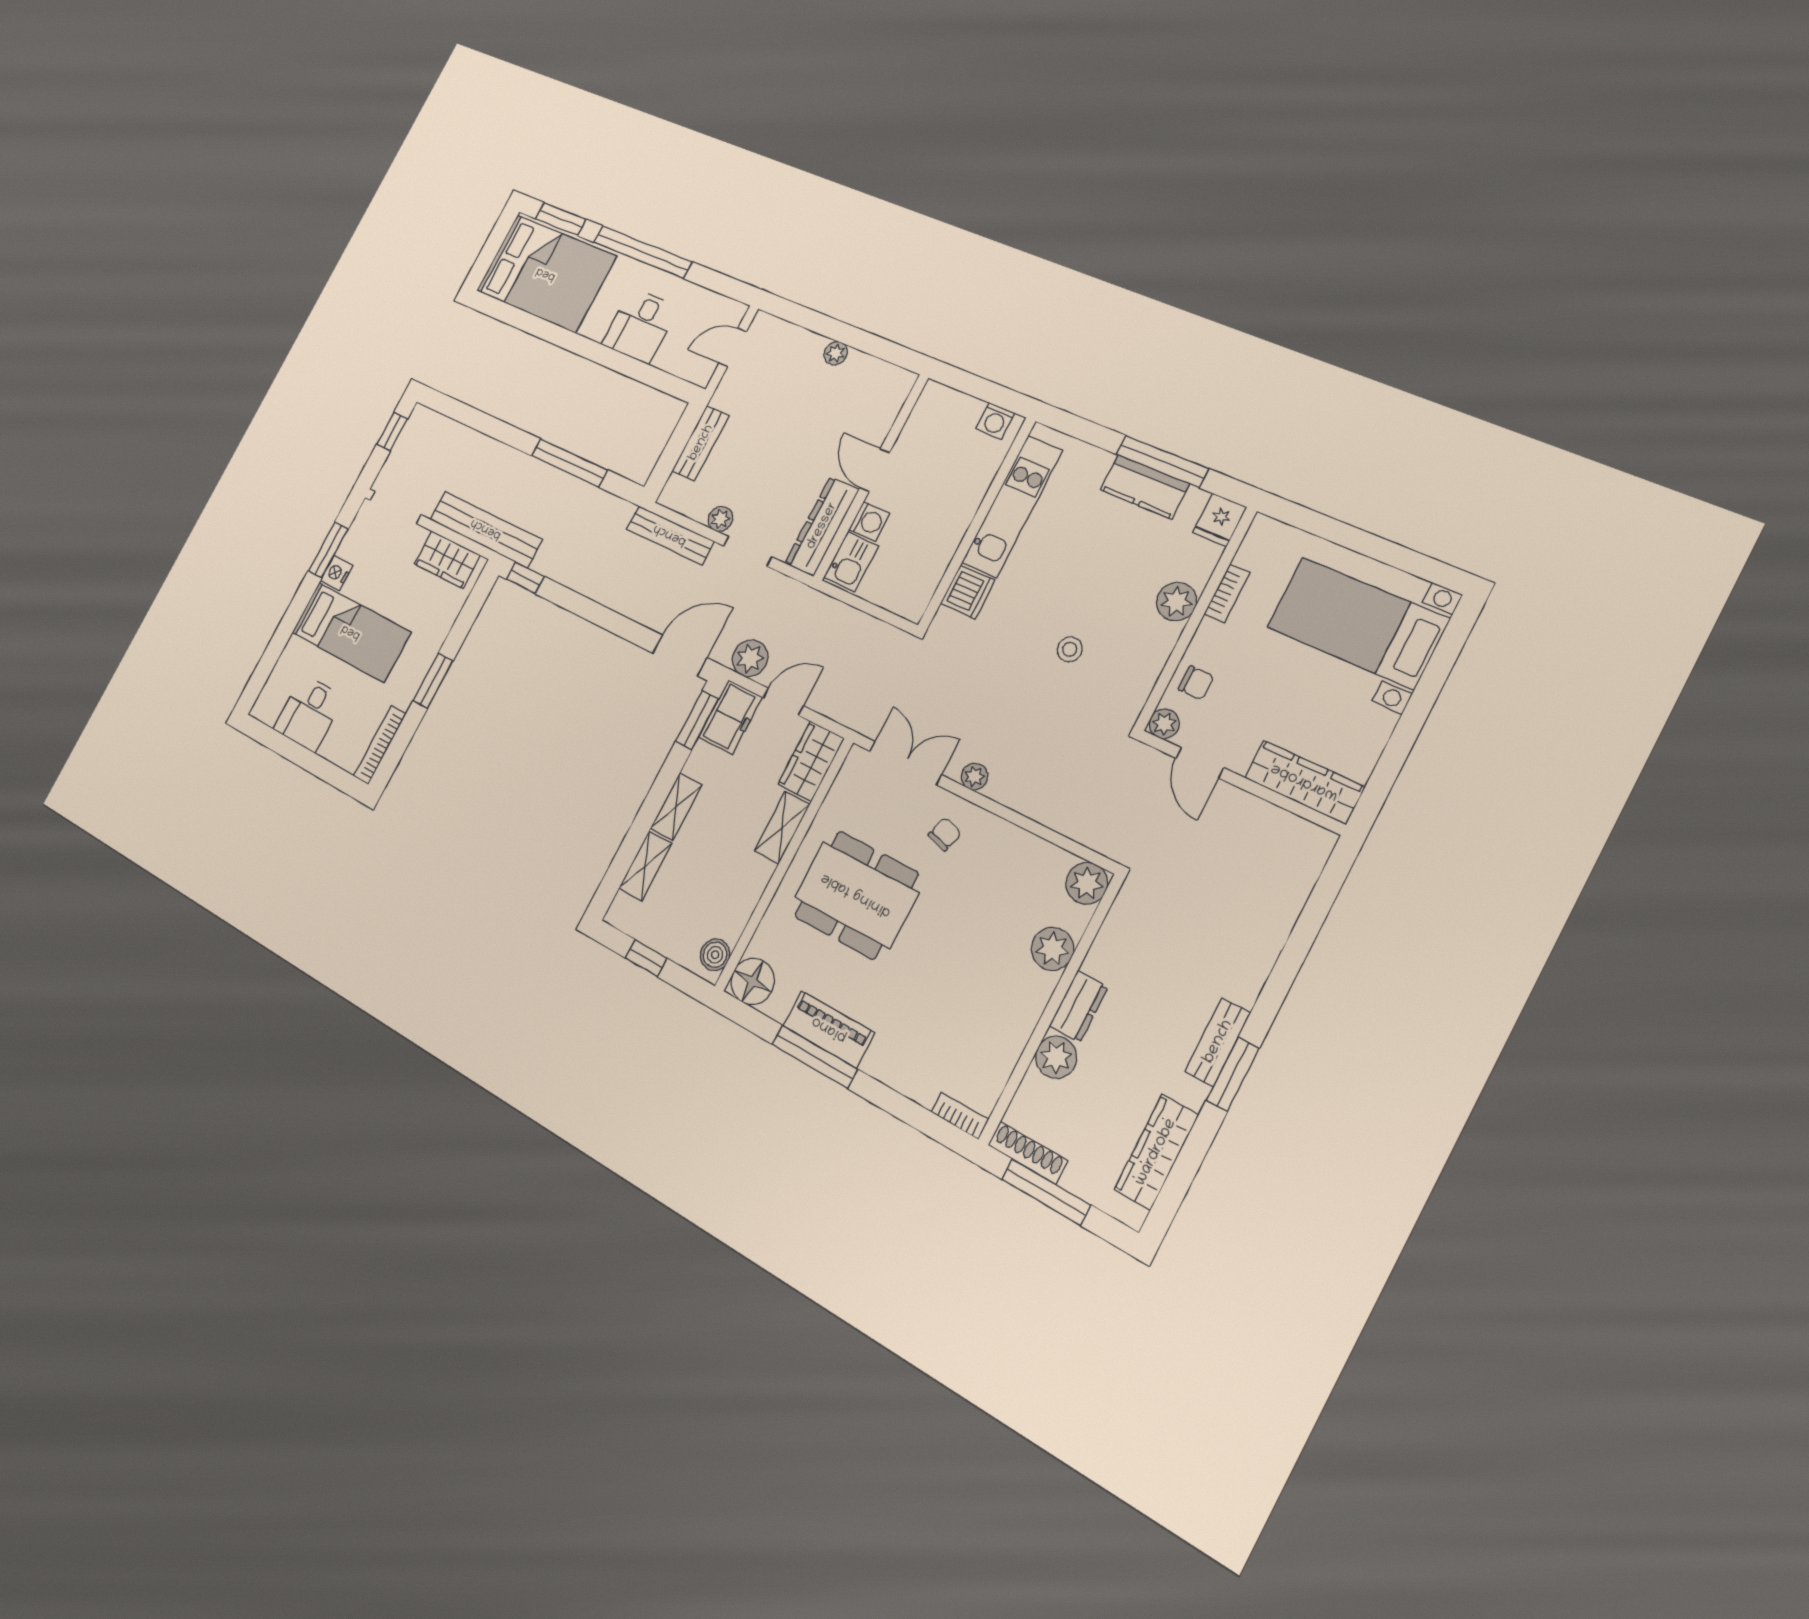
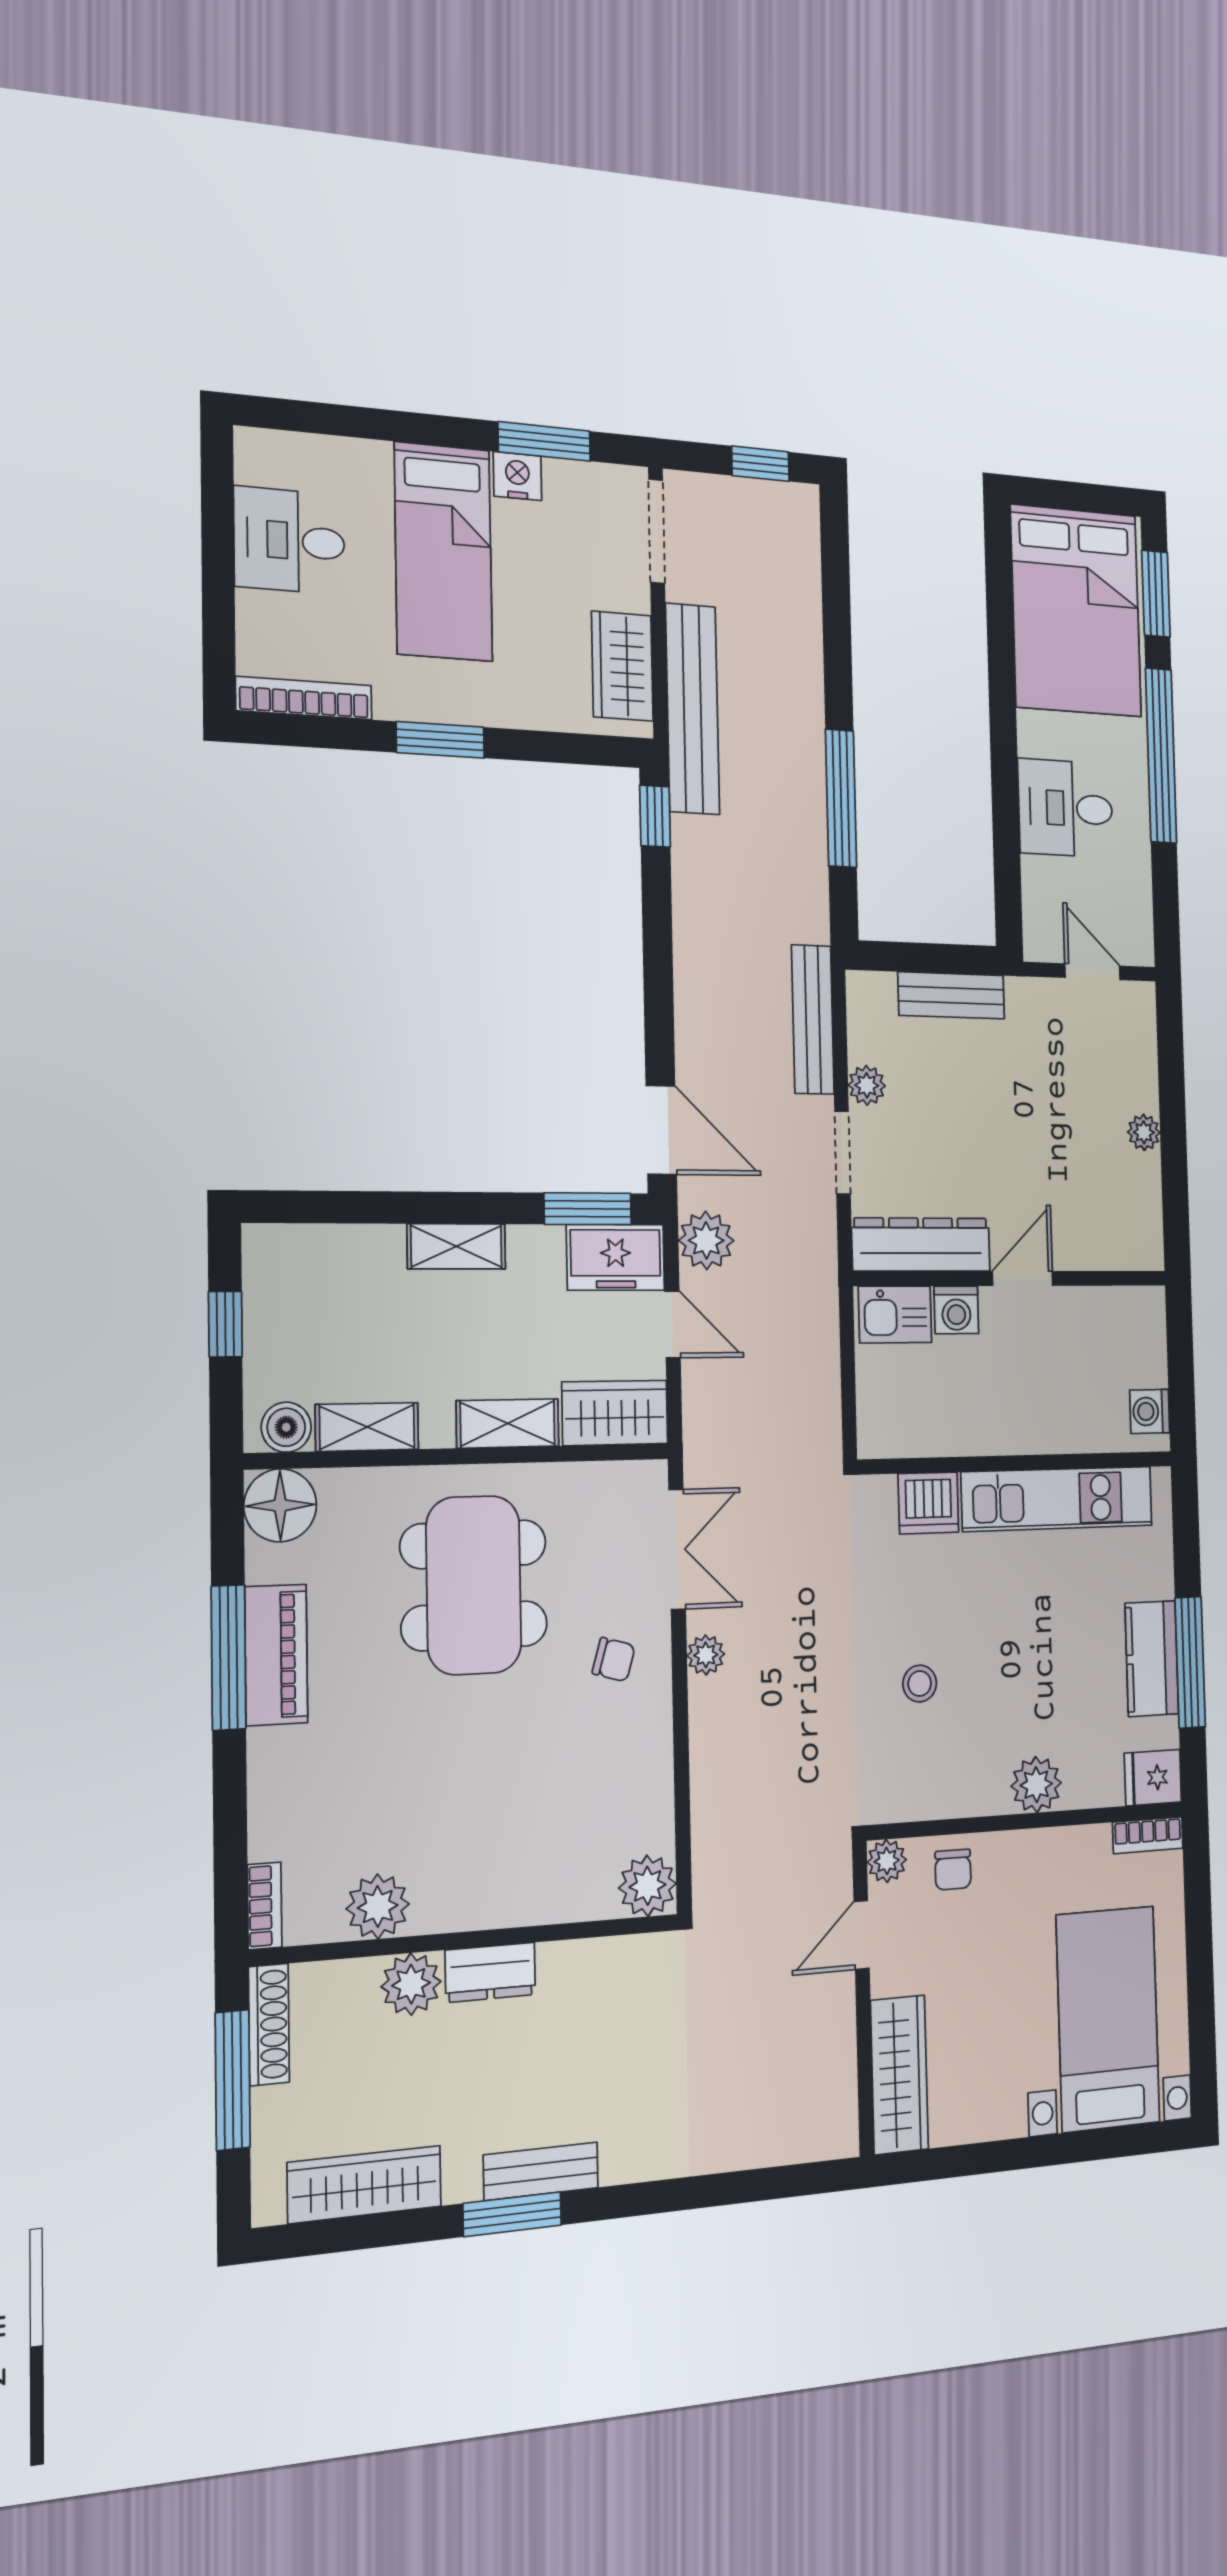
bookcase: (1227, 593) -> (1148, 1835), moved
shelving: (645, 866) -> (367, 1427), moved
plant: (1052, 949) -> (378, 1906), moved

